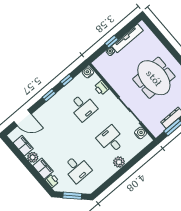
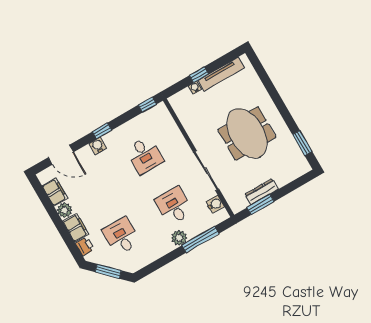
water cooler: (88, 72) -> (98, 146), moved
window: (67, 80) -> (147, 105), moved
printer: (101, 88) -> (174, 134), removed
window: (134, 160) -> (200, 239), added
desk: (77, 169) -> (121, 236), turned 180

